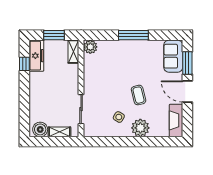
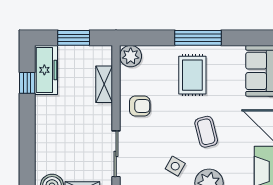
shelving: (73, 52) -> (104, 84), moved
rug: (130, 59) -> (192, 75), added
armchair: (96, 79) -> (140, 106), added

